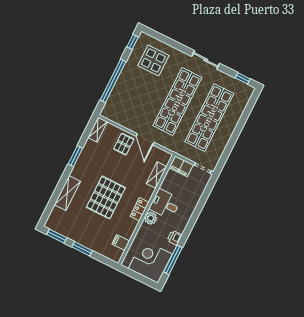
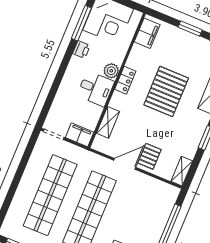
door: (145, 139) -> (125, 164), hinge flipped
filing cabinet: (121, 243) -> (147, 33), width x2.00

